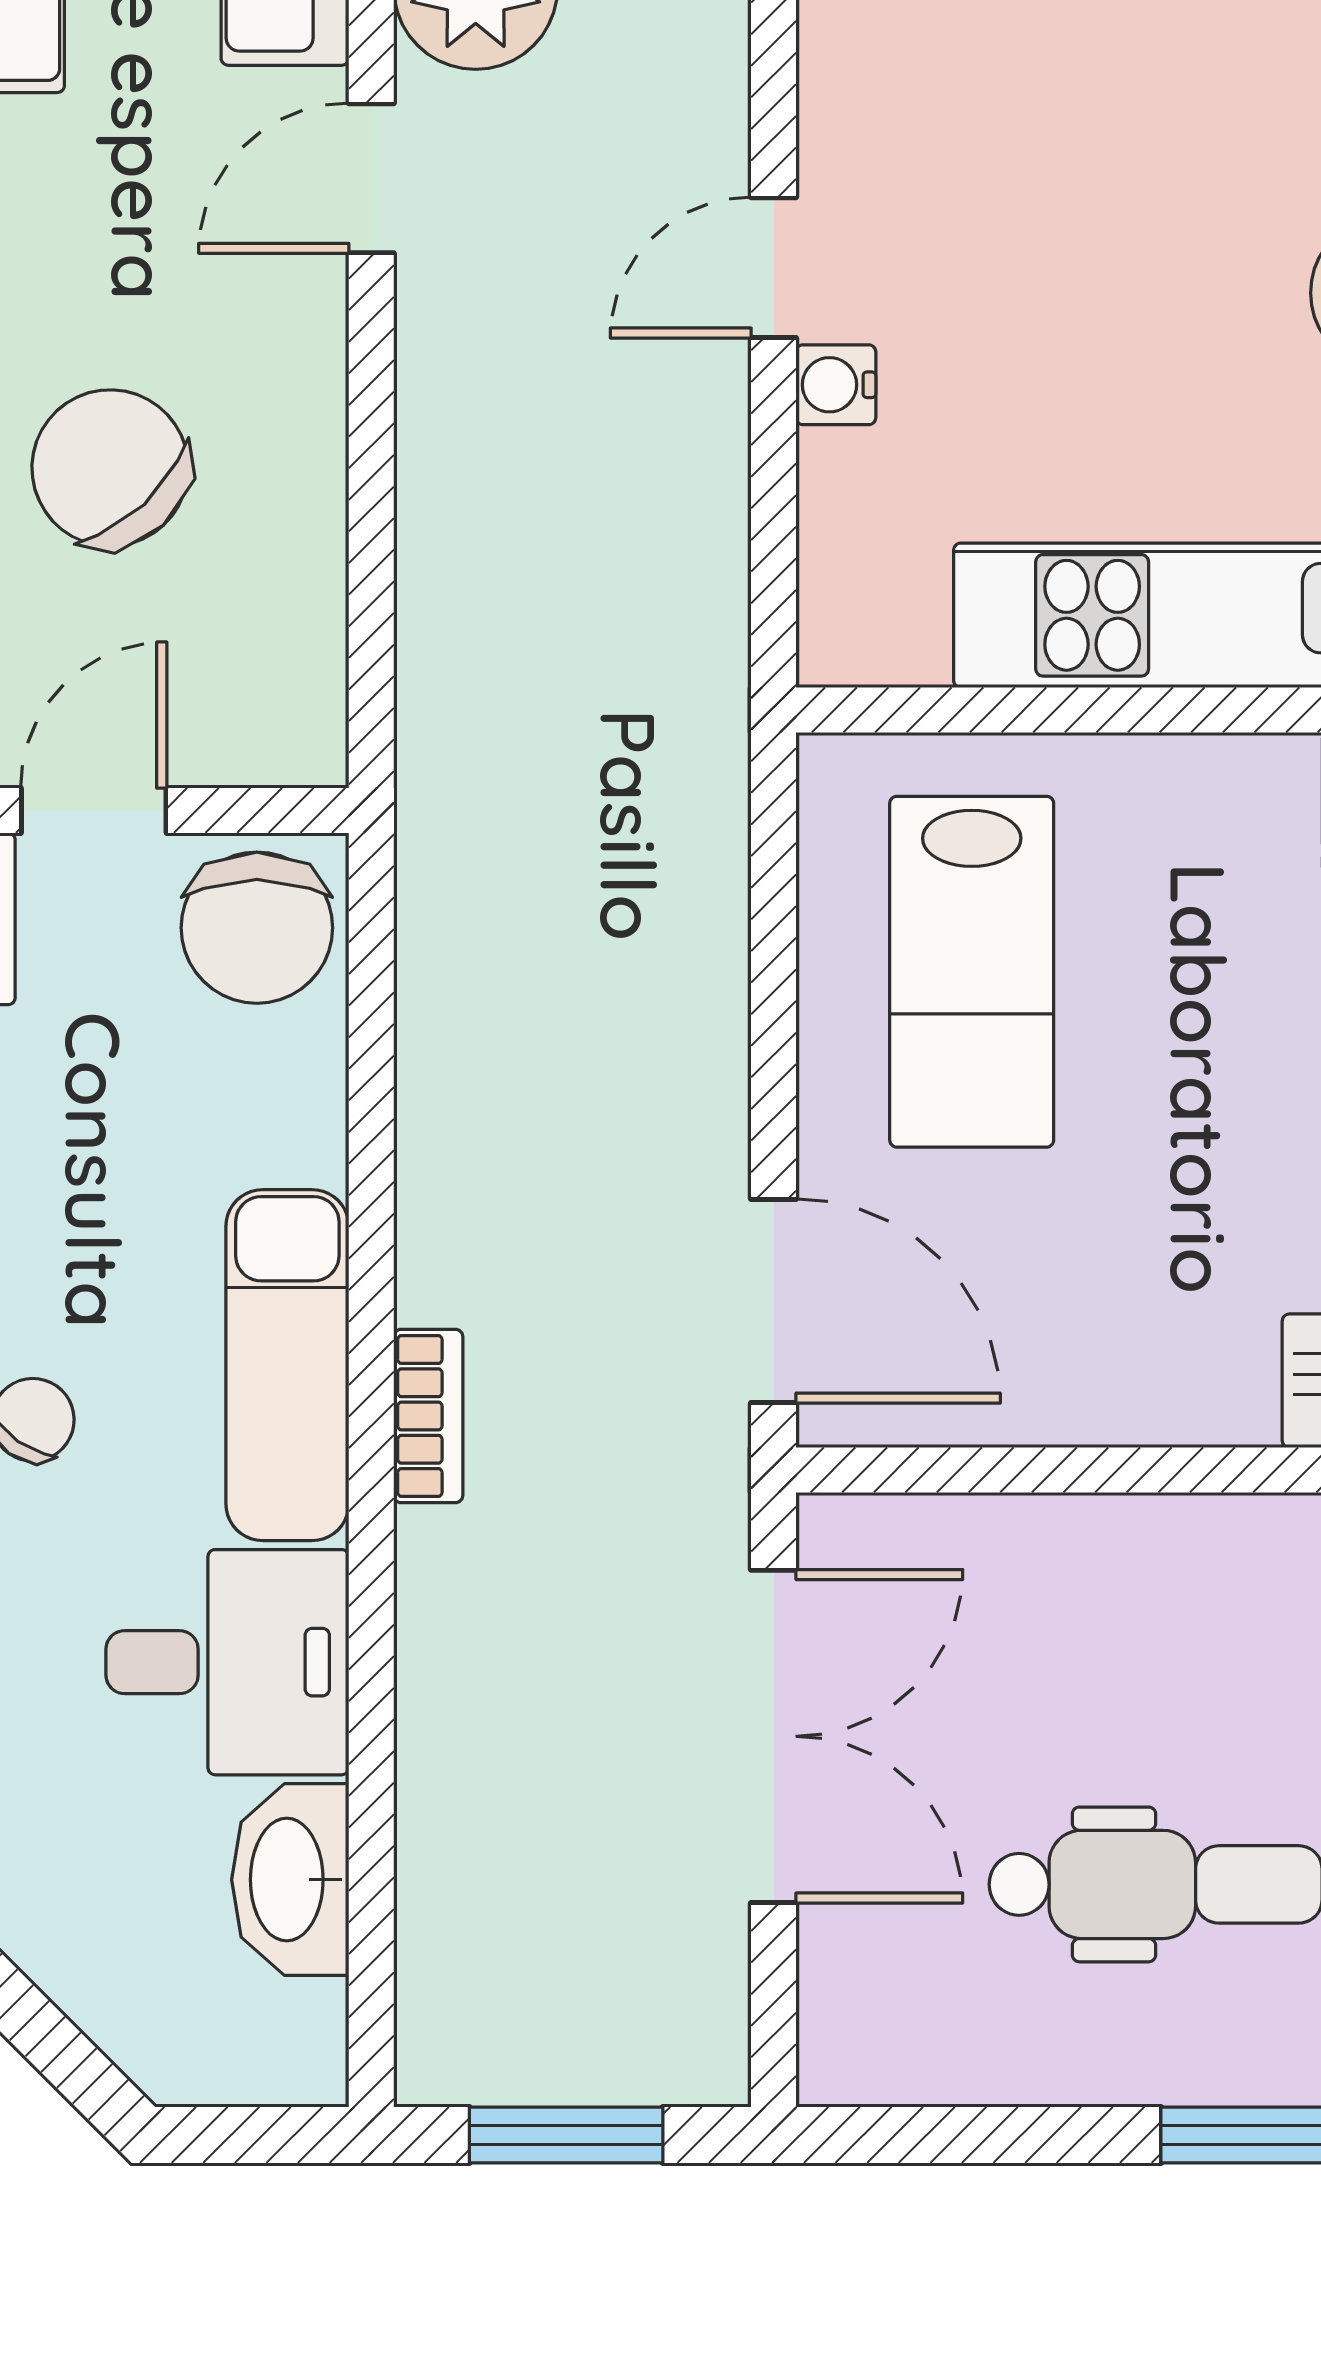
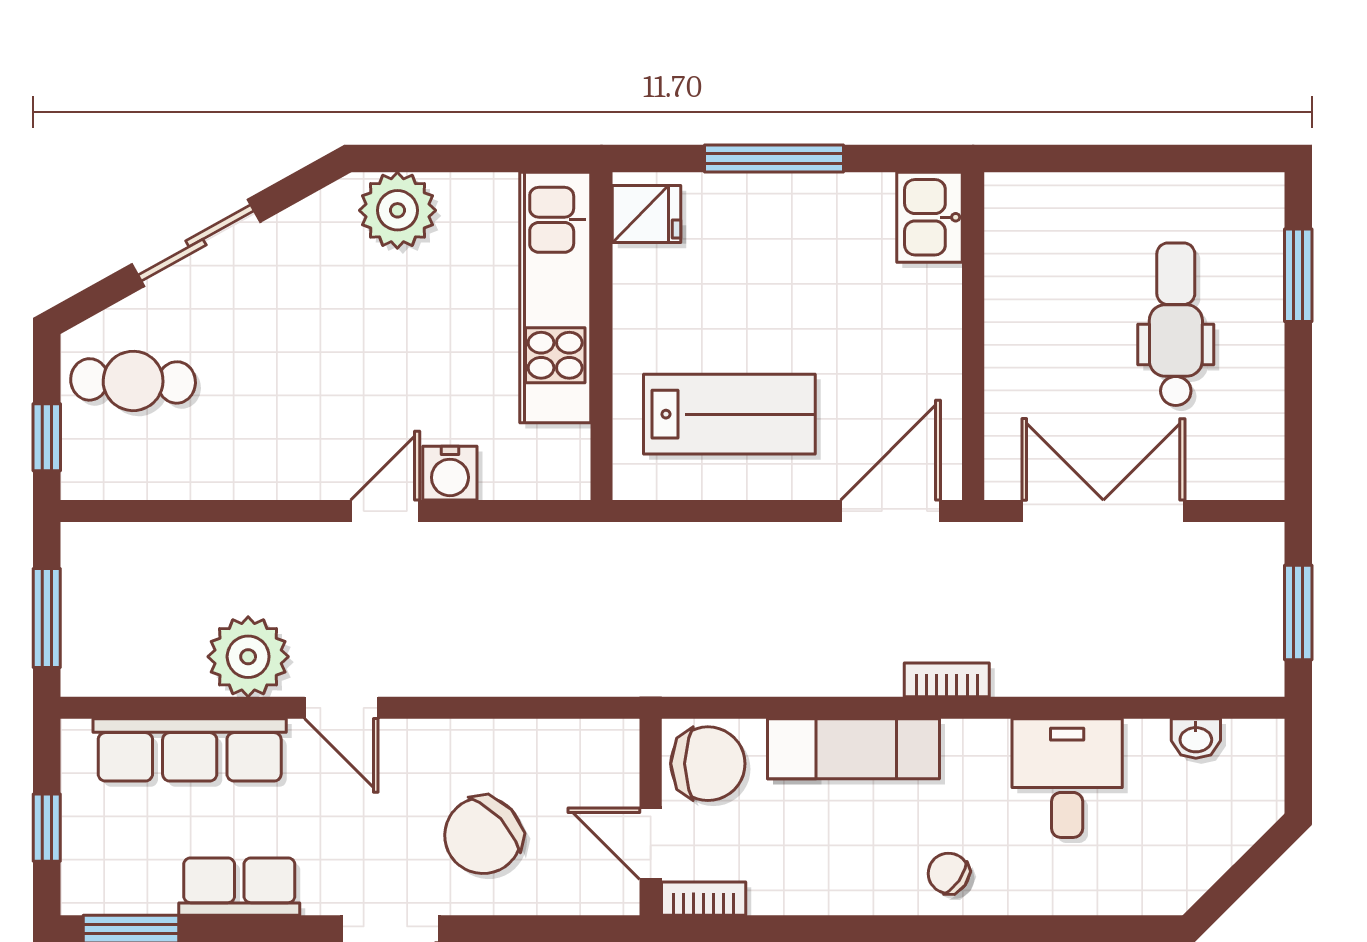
door: (774, 268) -> (385, 511), swing flipped
water cooler: (836, 385) -> (450, 473), width x1.38, depth x1.38
exam couch: (287, 1365) -> (854, 749), moved
washbasin: (290, 1880) -> (1196, 739), width x0.52, depth x0.69

